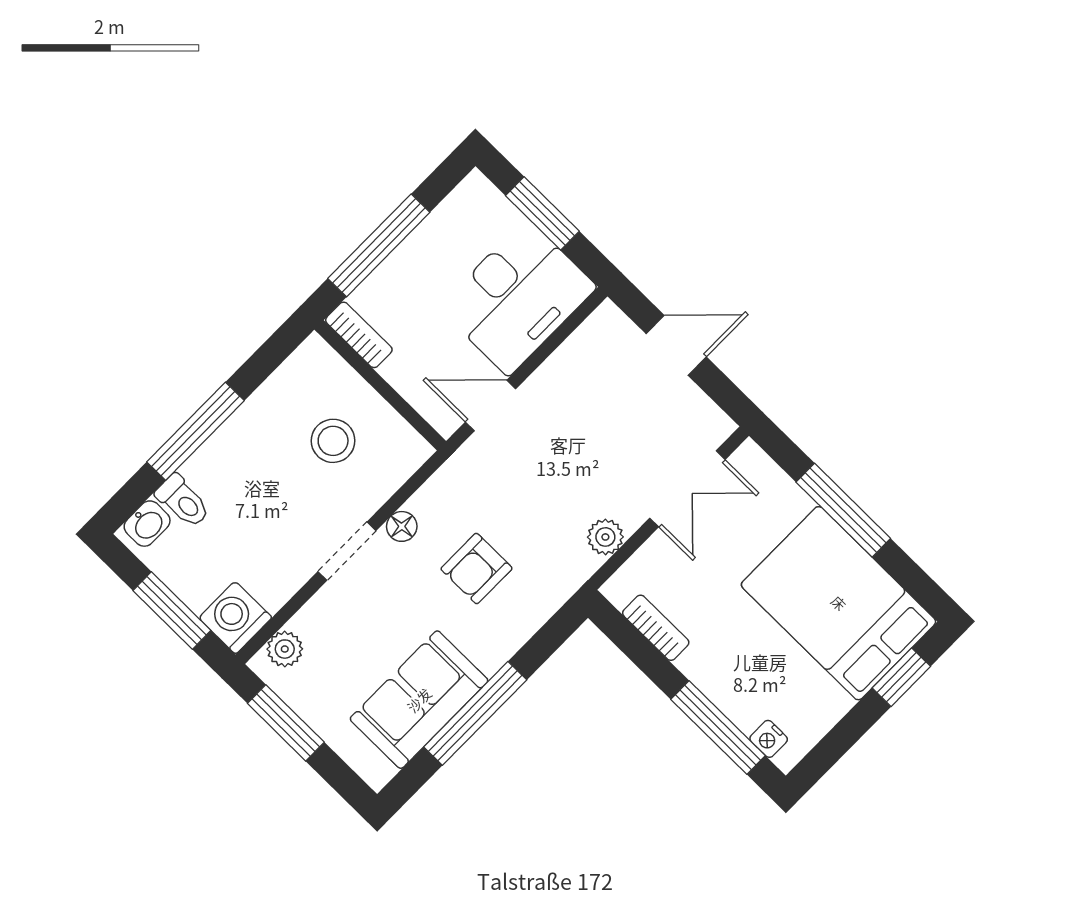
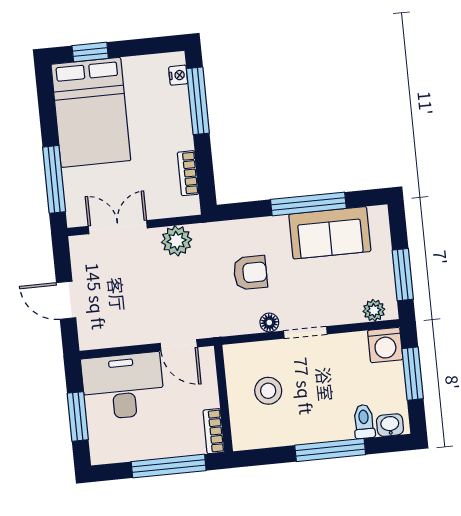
window: (843, 510) -> (54, 179), moved
plant: (605, 537) -> (177, 241), width x1.38, depth x1.38

